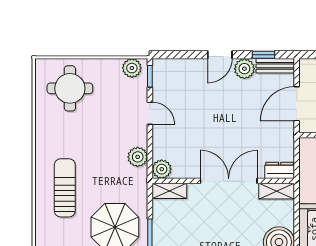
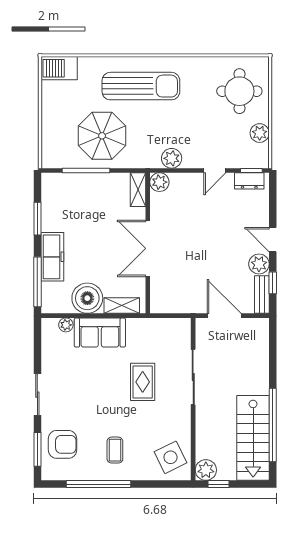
plant: (132, 68) -> (260, 133), moved
dresser: (280, 170) -> (249, 181), moved, turned 90
double door: (229, 181) -> (148, 248), swing flipped
sun lounger: (65, 188) -> (141, 86), width x1.36, depth x1.34
shelving: (277, 191) -> (122, 306), moved, turned 90

